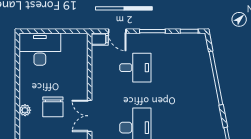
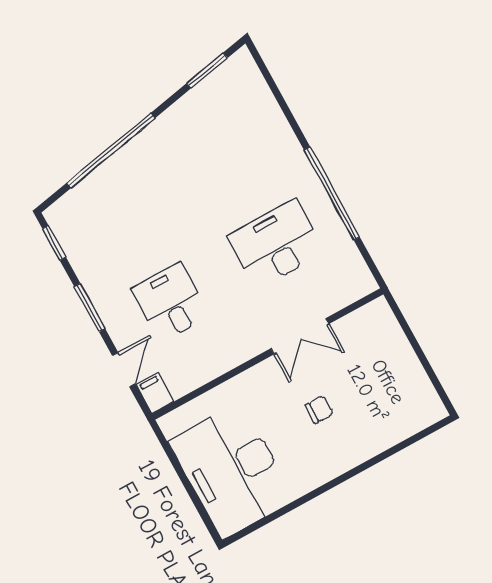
desk: (40, 49) -> (232, 470), width x1.36, depth x1.30
chair: (53, 107) -> (319, 409), width x0.54, depth x0.54
plant: (25, 110) -> (352, 456), removed

